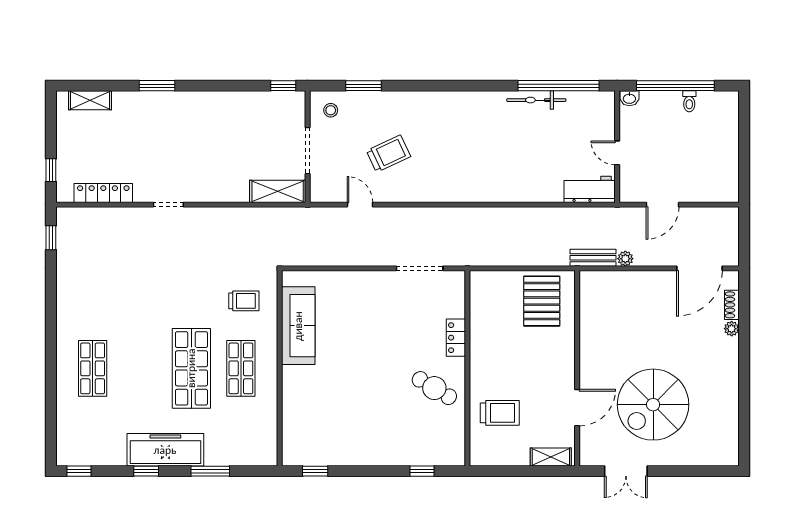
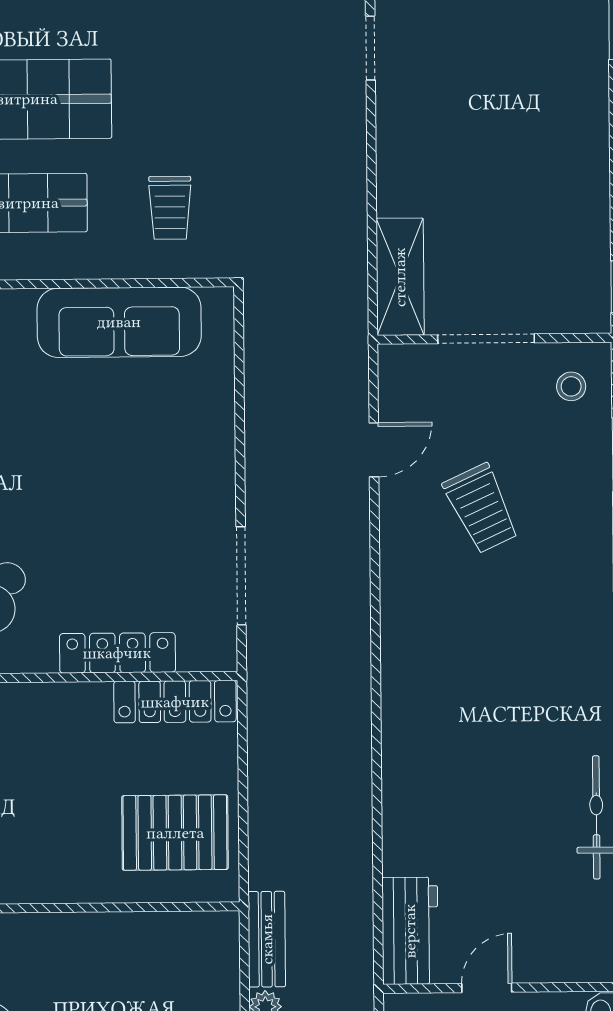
locker: (479, 301) -> (175, 702), added
locker: (456, 338) -> (117, 653), width x1.53

